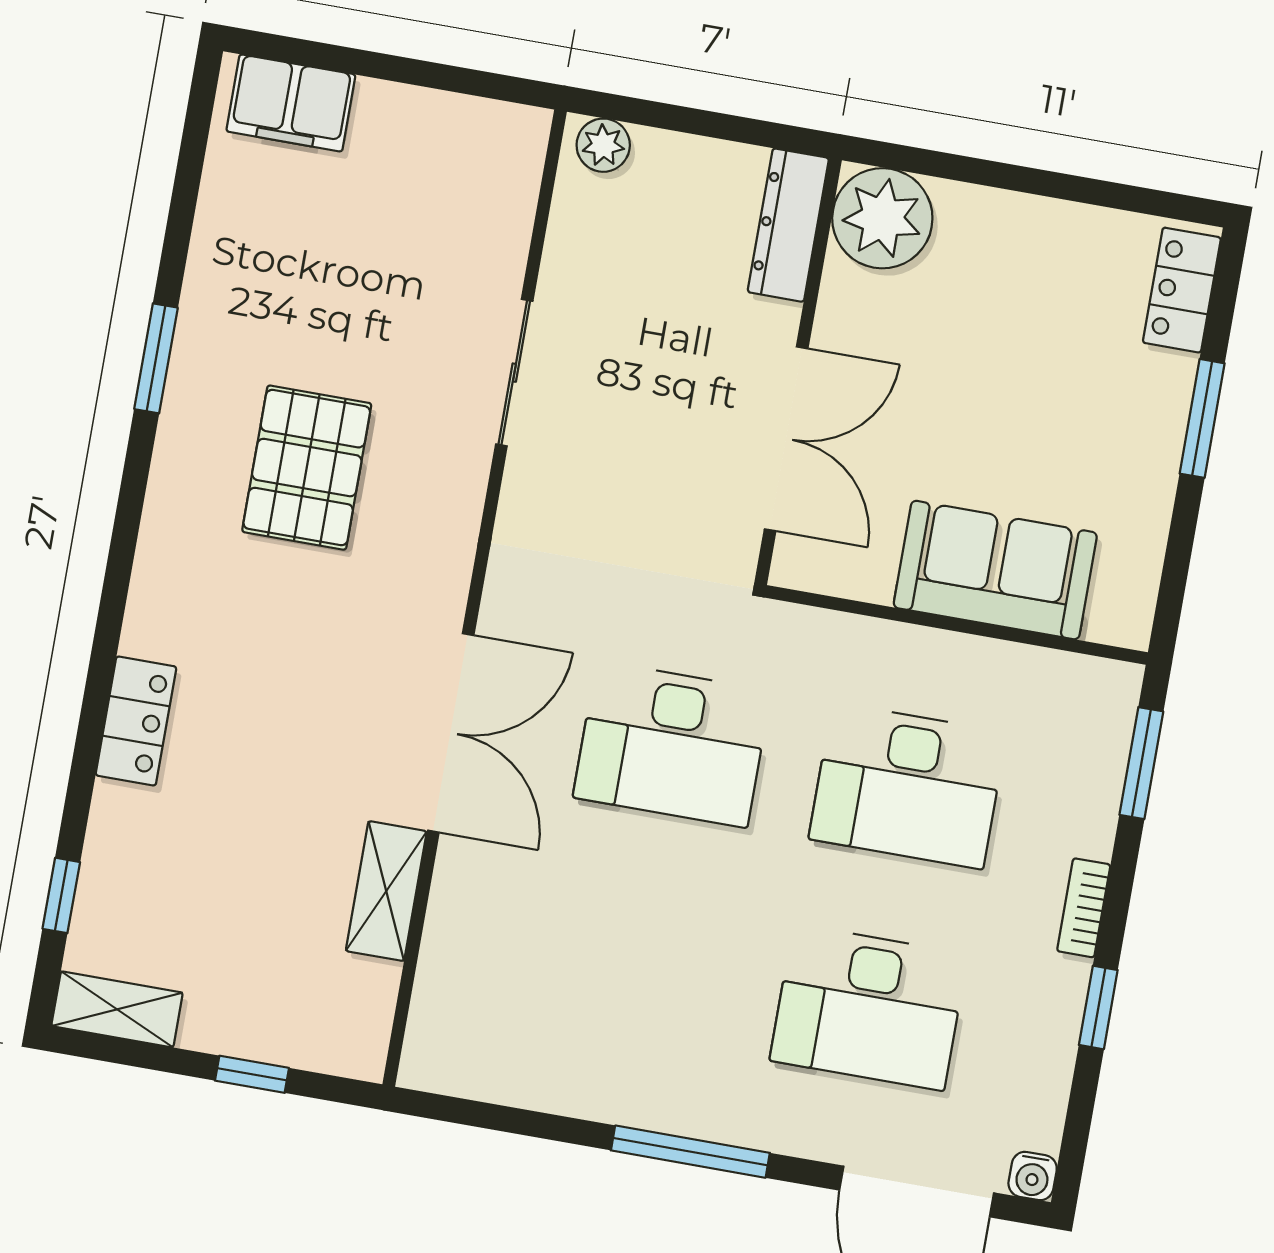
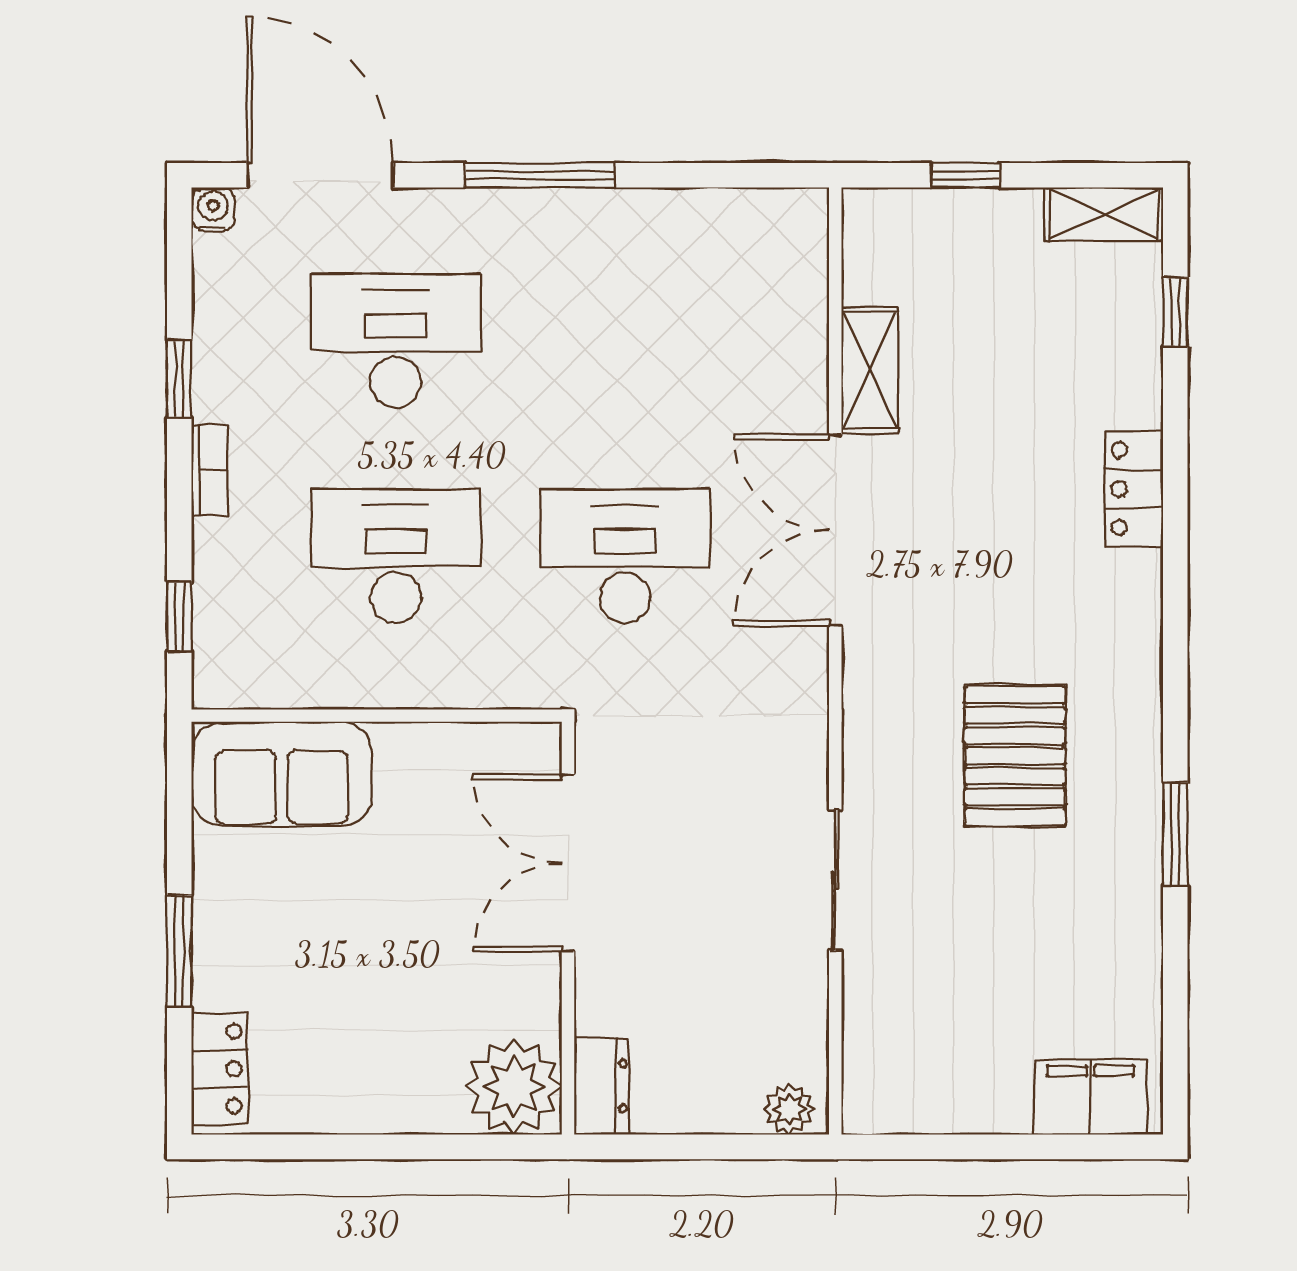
dresser: (788, 225) -> (601, 1086), width x0.70
sofa: (995, 570) -> (282, 774), moved
window: (1141, 763) -> (179, 616), width x0.67

